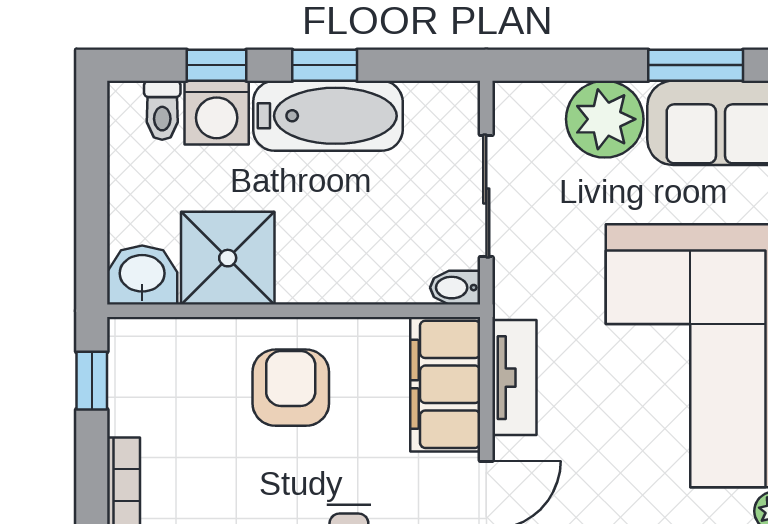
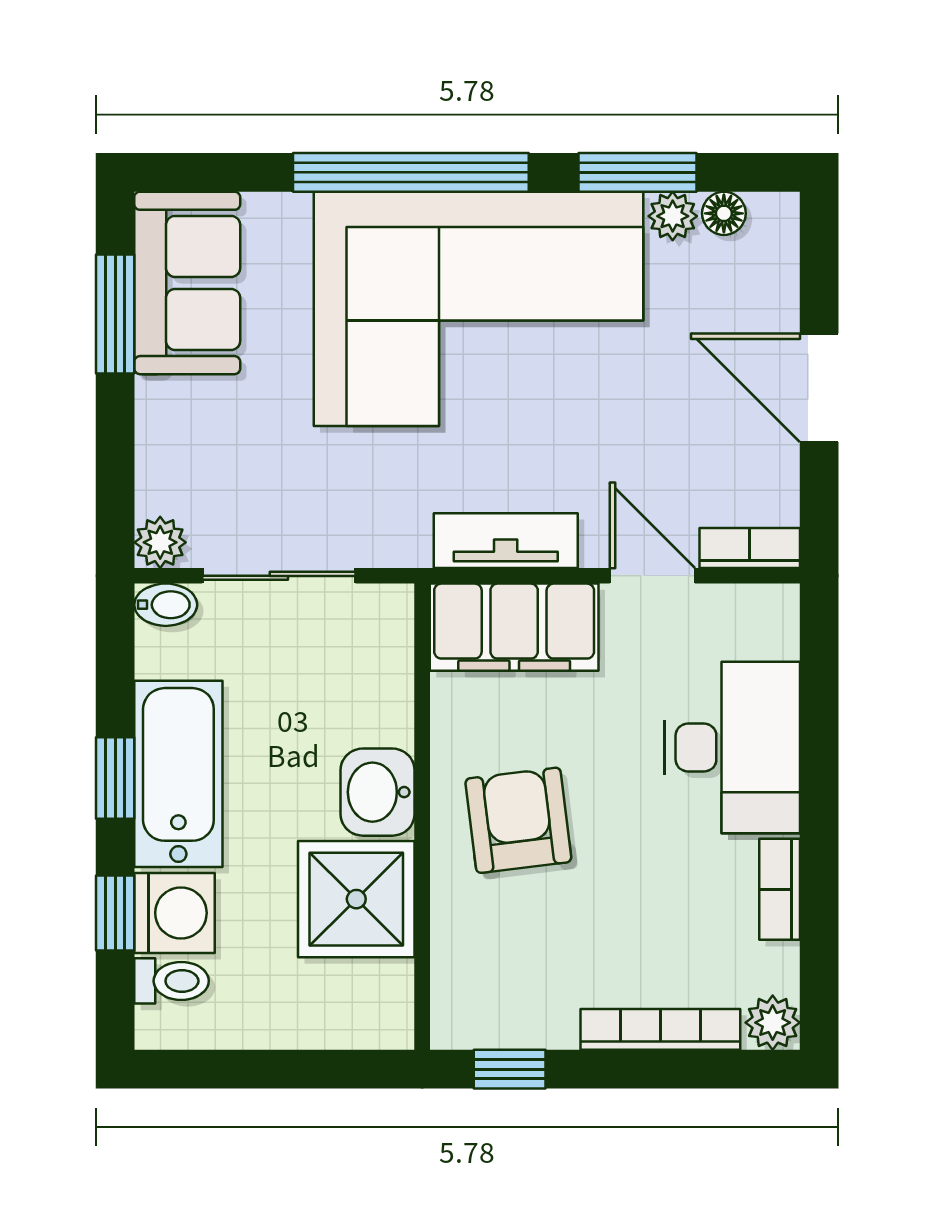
plant: (605, 119) -> (160, 542), moved, width x0.53, depth x0.53
washbasin: (142, 275) -> (378, 792), moved
bidet: (455, 288) -> (166, 605), moved, turned -90
armchair: (291, 388) -> (518, 820), turned 83

